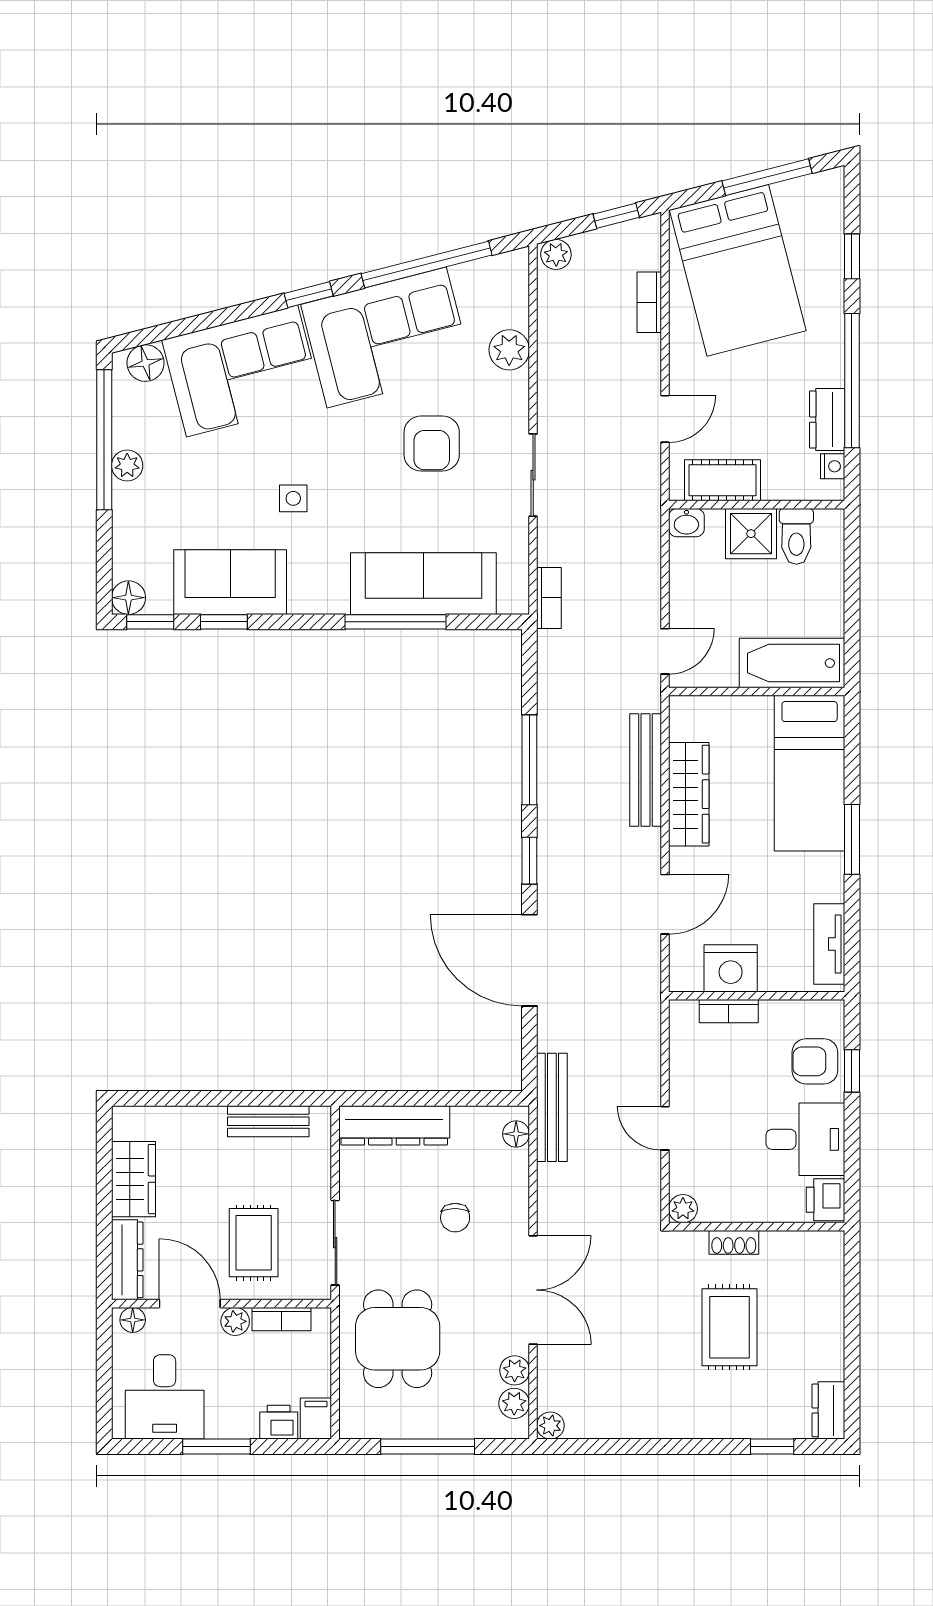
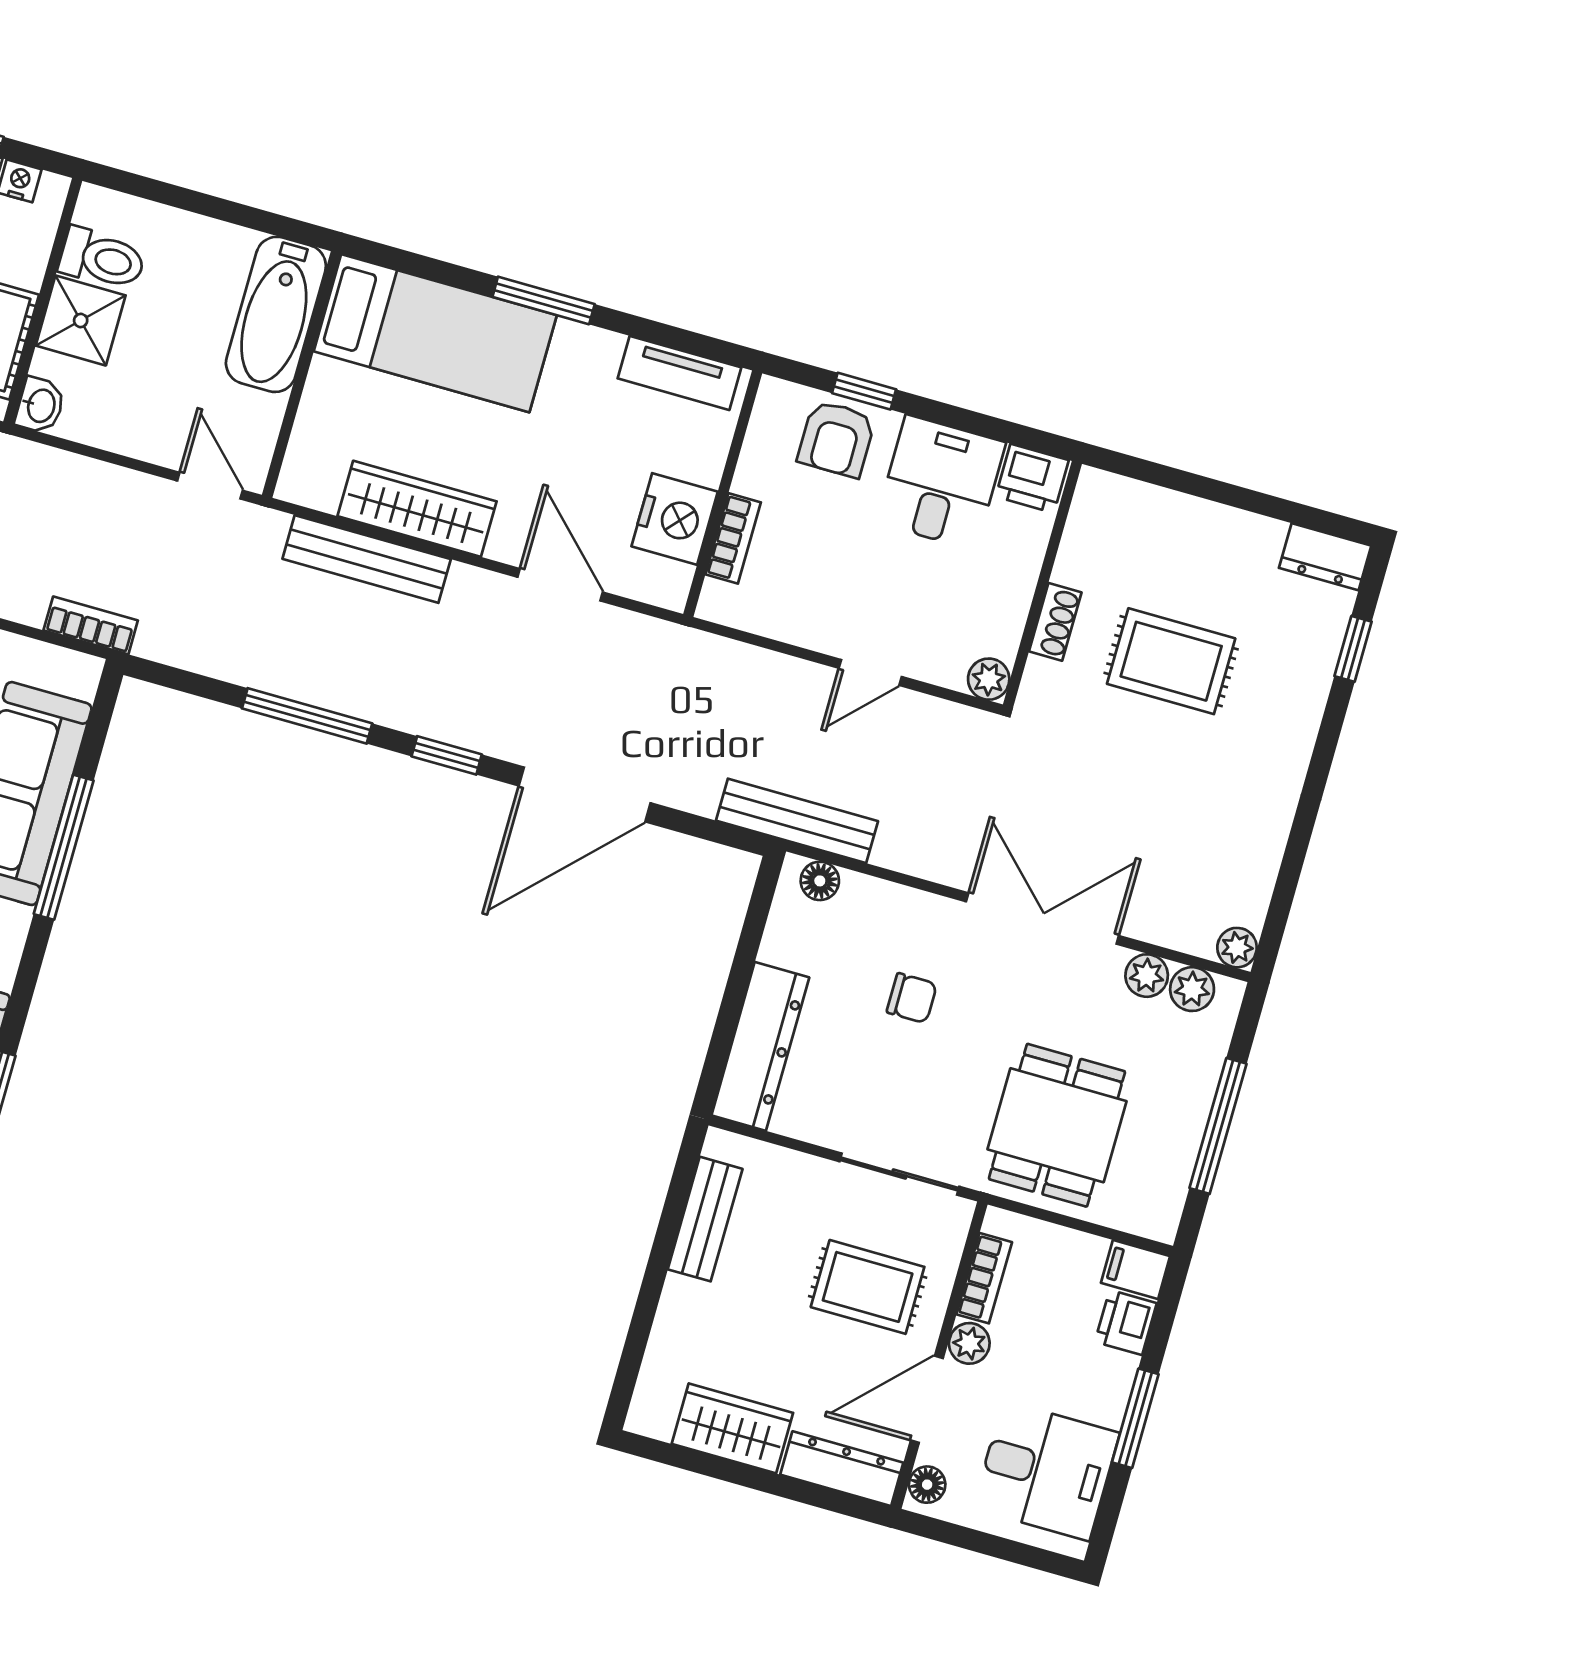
dining table: (398, 1339) -> (1057, 1125), turned 90

